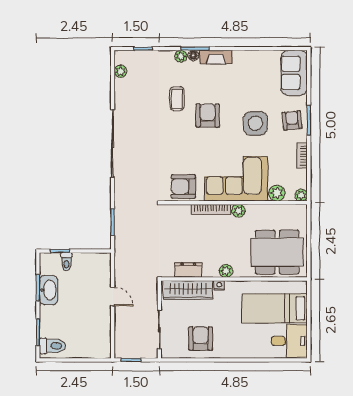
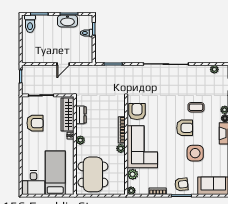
side table: (255, 123) -> (195, 153), moved

